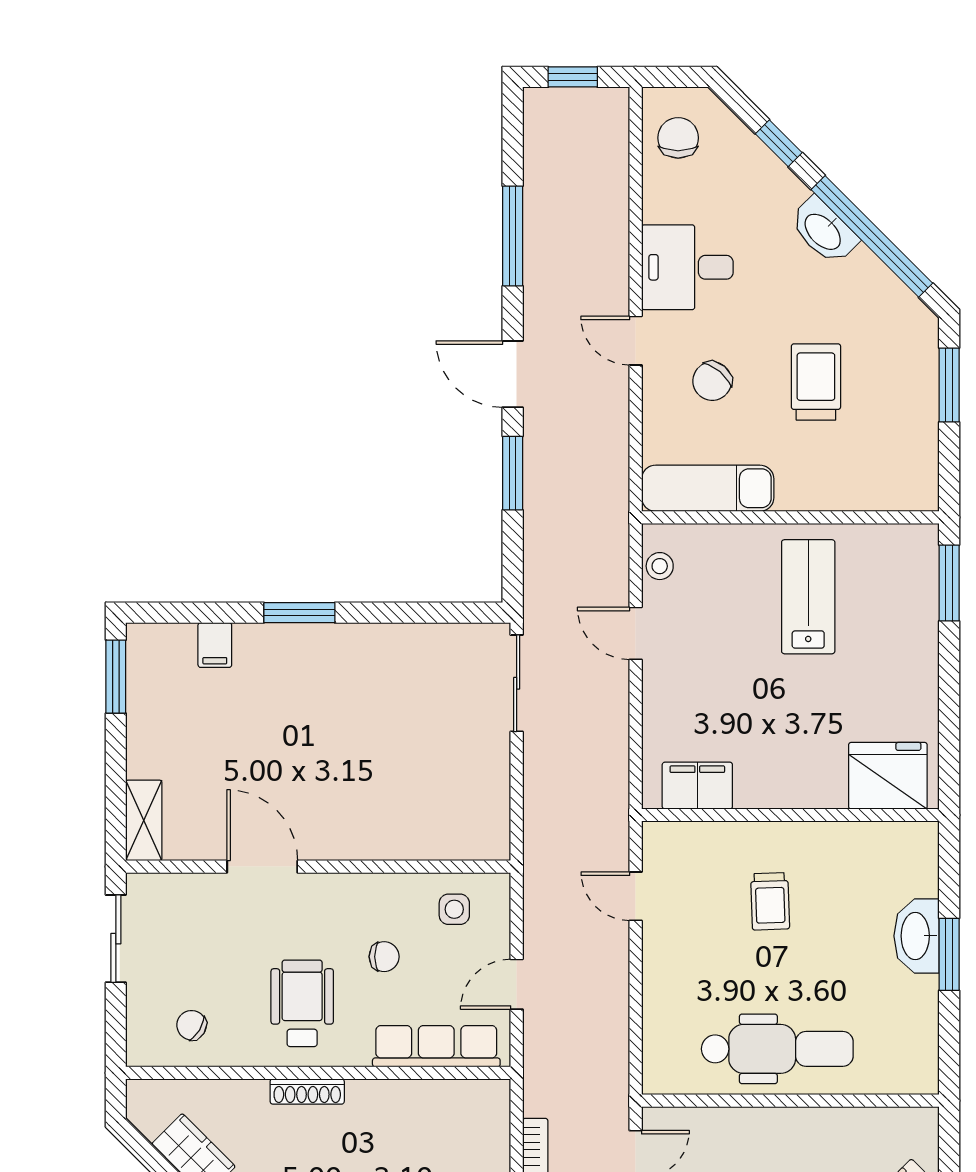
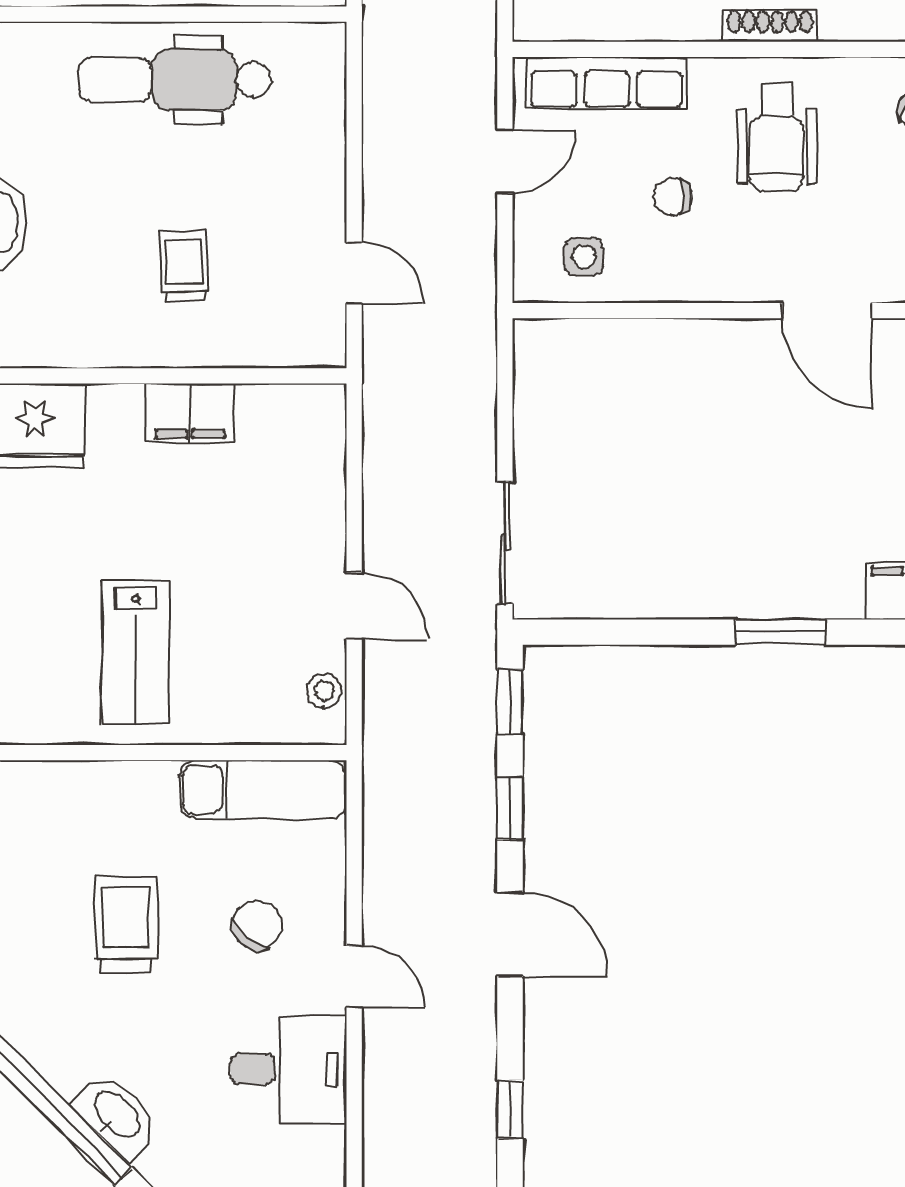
window: (513, 236) -> (510, 1109), width x0.46
trolley: (816, 382) -> (126, 924), turned 180
window: (513, 473) -> (510, 809), width x0.67
window: (513, 558) -> (510, 702), added
filing cabinet: (697, 786) -> (190, 413), moved

